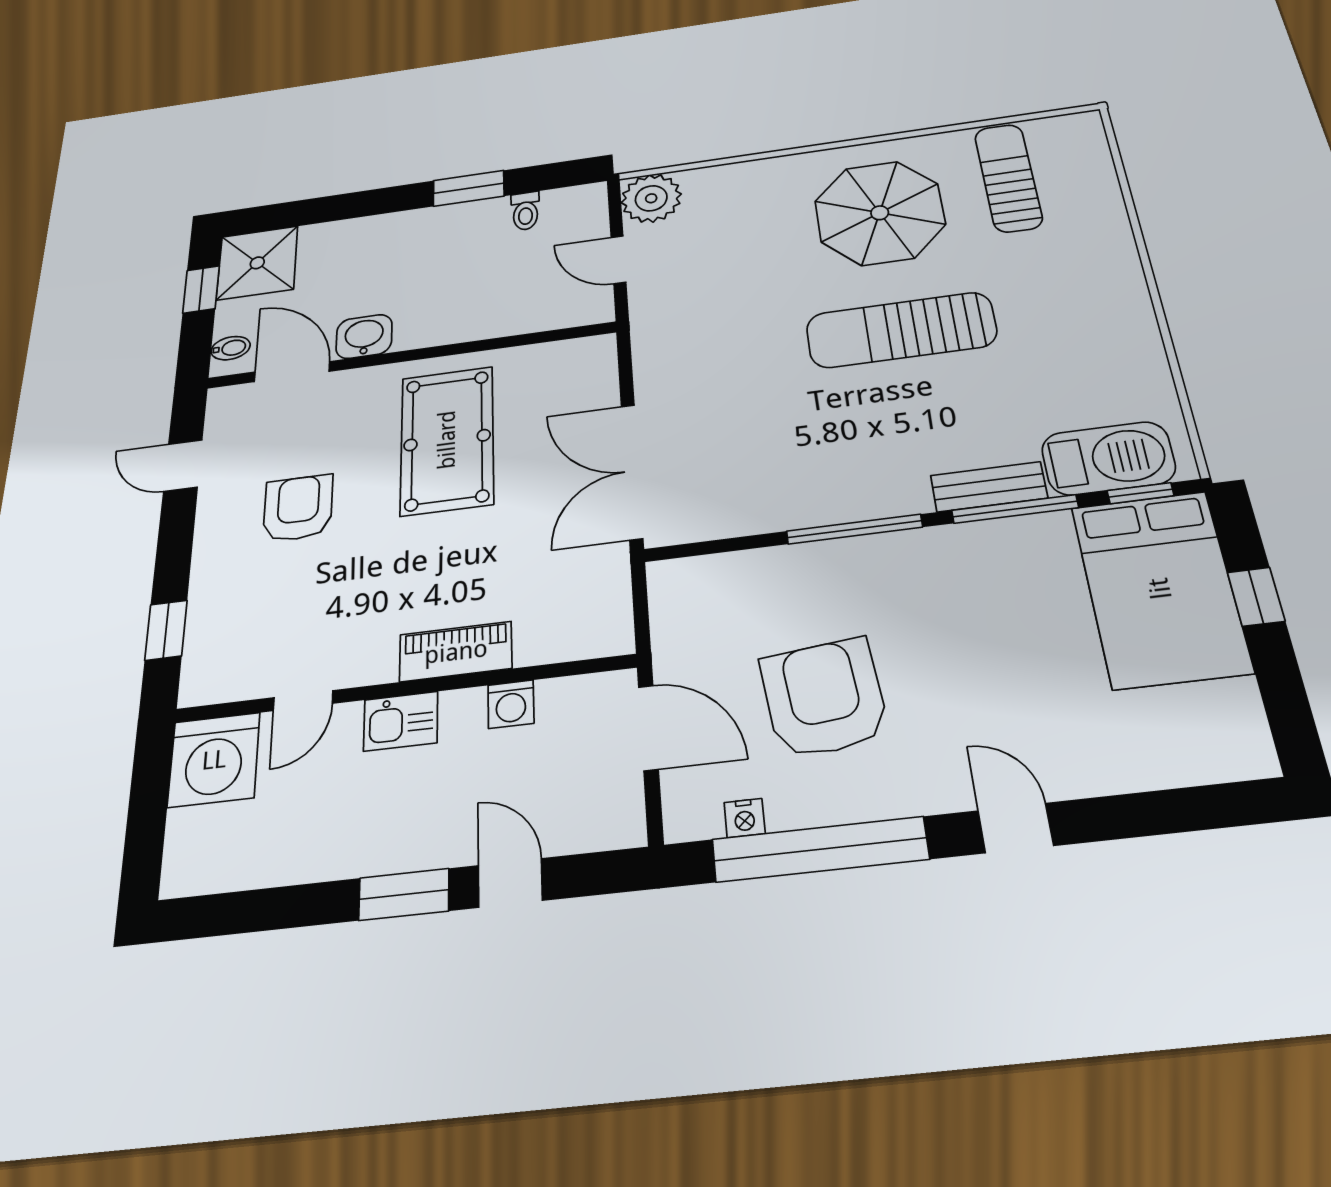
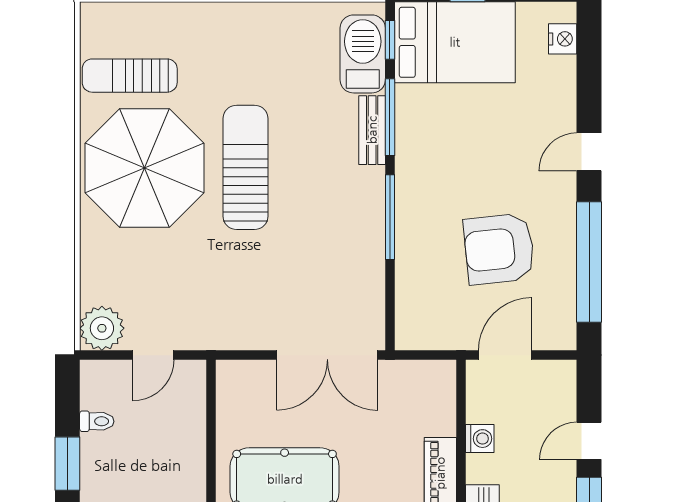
parasol: (880, 213) -> (145, 168), width x1.36, depth x1.36
sun lounger: (901, 330) -> (246, 167), turned 180
nightstand: (745, 818) -> (563, 39), moved, width x1.39, depth x1.35

